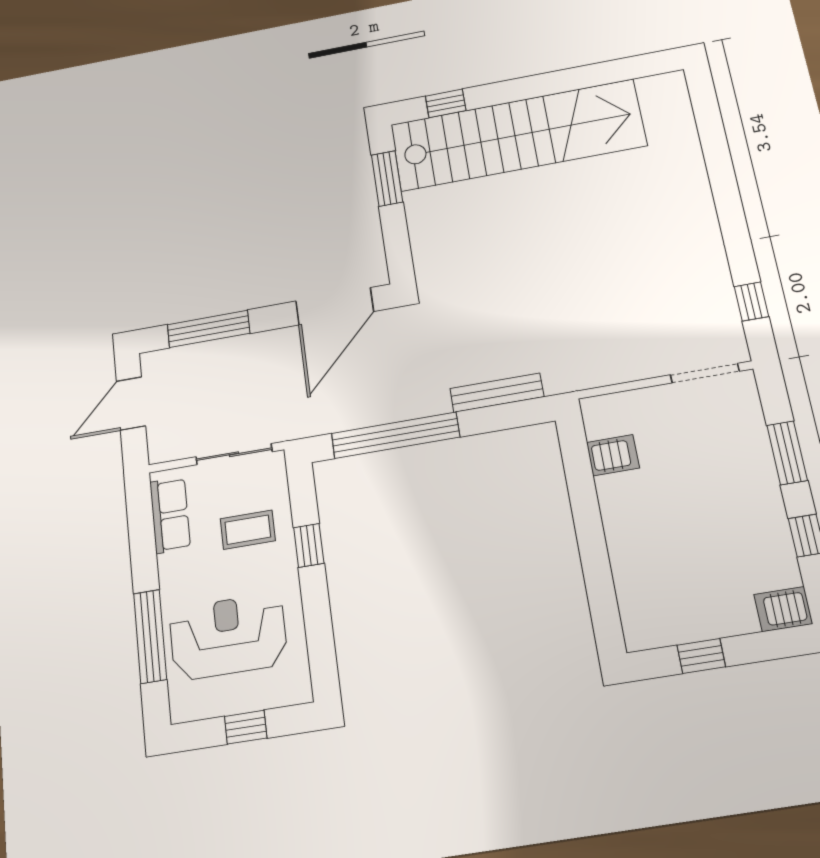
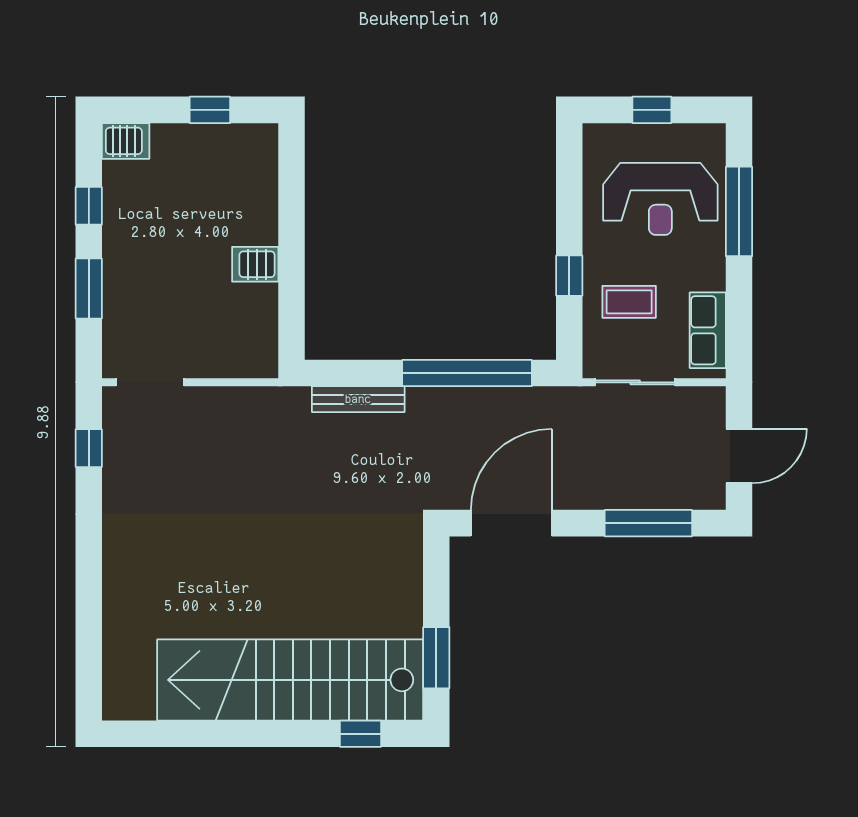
server rack: (613, 455) -> (255, 264), moved

